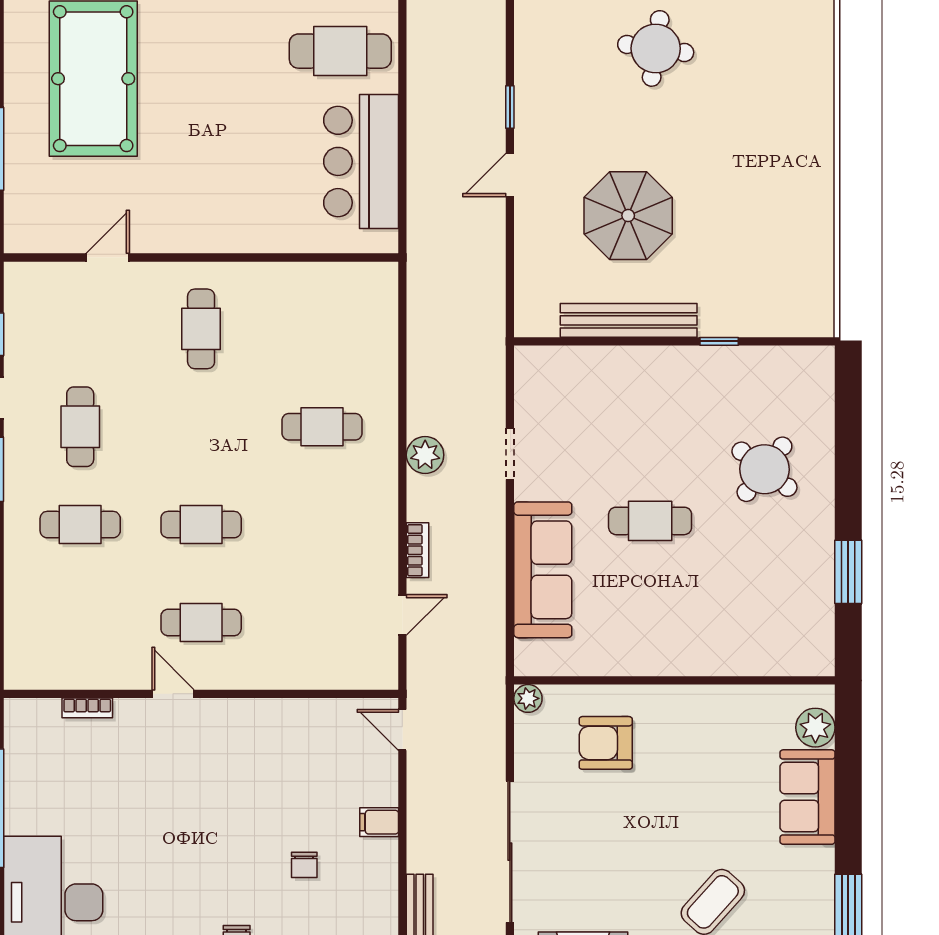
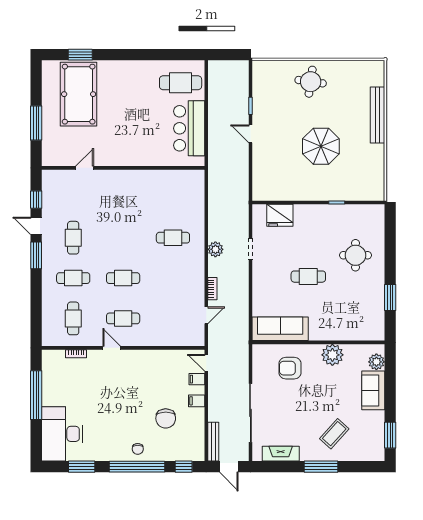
door: (510, 175) -> (250, 134), hinge flipped
parasol: (628, 216) -> (321, 146), moved
bench: (629, 320) -> (377, 115), moved, turned 90
cafe table: (201, 329) -> (73, 318), moved
fridge: (581, 372) -> (280, 215), added
round table: (764, 469) -> (355, 255), turned -38
sofa: (543, 570) -> (280, 329), moved, turned -90
plant: (528, 698) -> (332, 355), moved, width x1.87, depth x1.87
filing cabinet: (380, 770) -> (197, 379), added
chair: (304, 865) -> (166, 418), width x1.87, depth x1.87

